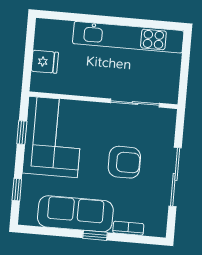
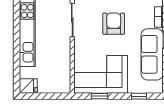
fridge: (45, 62) -> (28, 86), moved, turned 90

